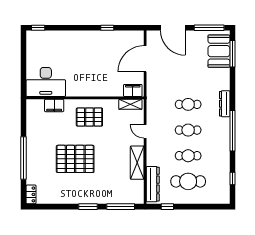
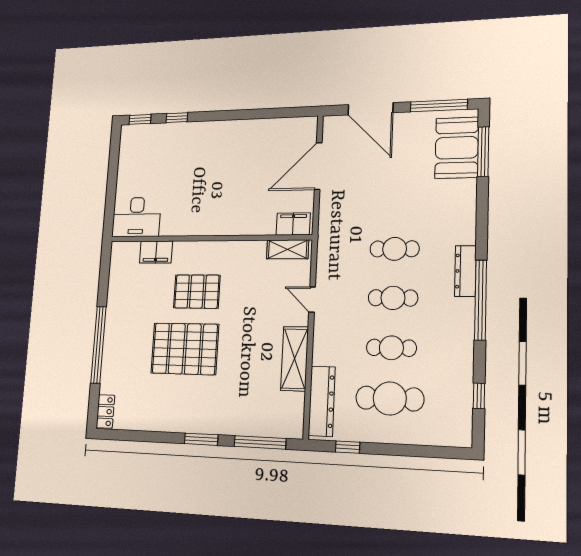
window: (107, 28) -> (177, 118), moved
desk: (46, 82) -> (136, 217), width x0.73, depth x0.77
dresser: (225, 104) -> (465, 271), moved
pallet: (89, 117) -> (197, 292), moved

